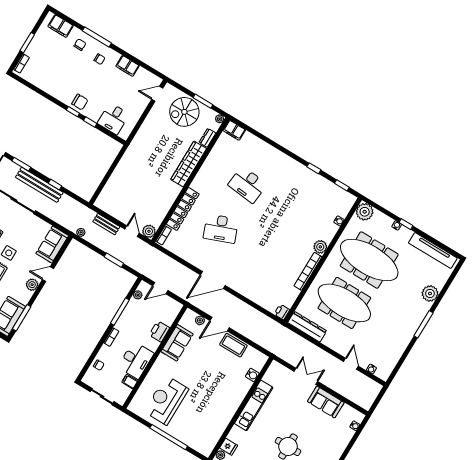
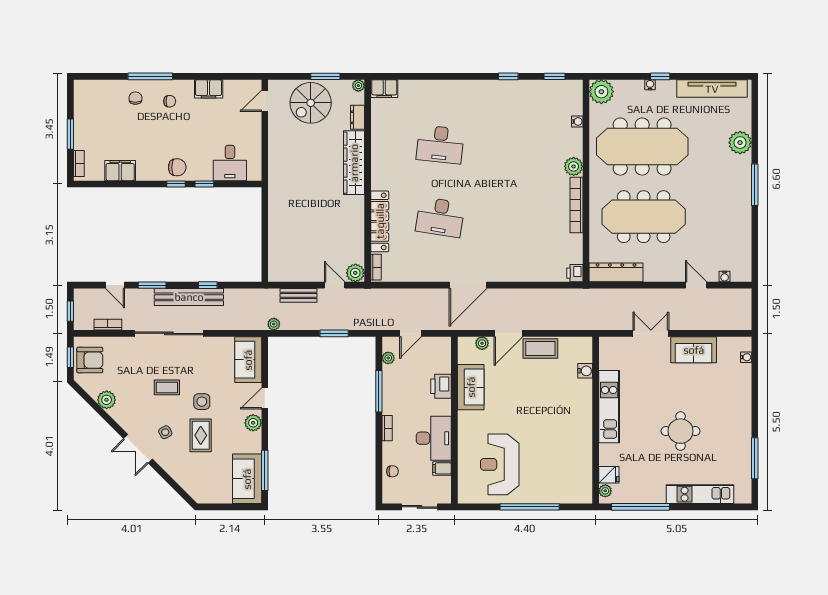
filing cabinet: (61, 26) -> (120, 171), moved, turned 180
desk: (221, 229) -> (440, 217), turned 30

